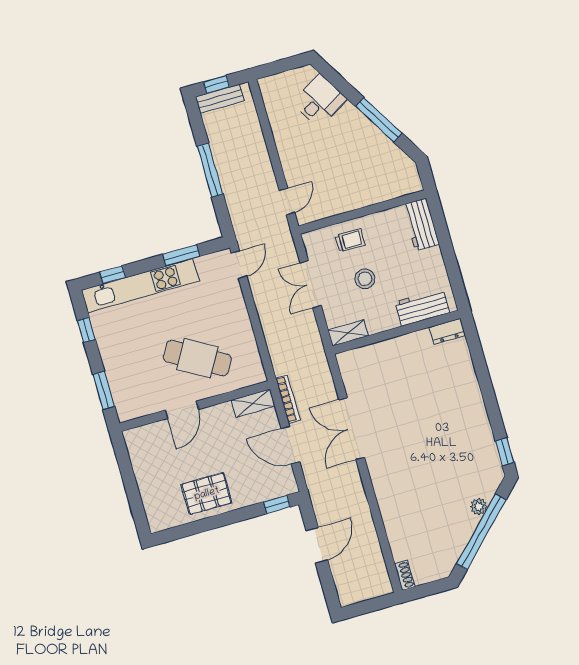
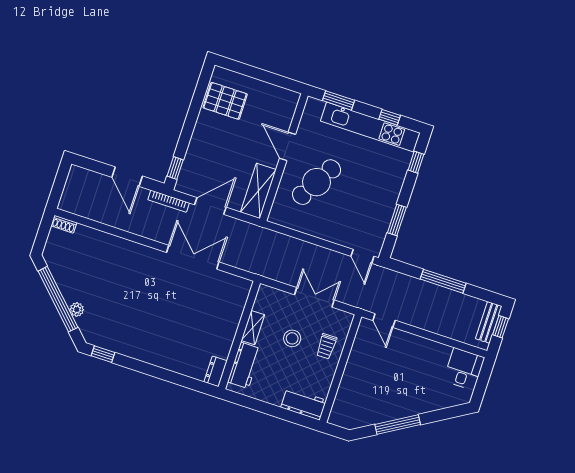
desk: (319, 101) -> (464, 369), moved, turned -149
kitchen unit: (140, 286) -> (370, 127), moved, turned -90
shelving: (348, 333) -> (253, 328), moved
bookcase: (288, 399) -> (169, 201), moved
shelving: (253, 403) -> (258, 191), width x1.50, depth x1.33
pallet: (207, 494) -> (225, 101), moved, turned 90

